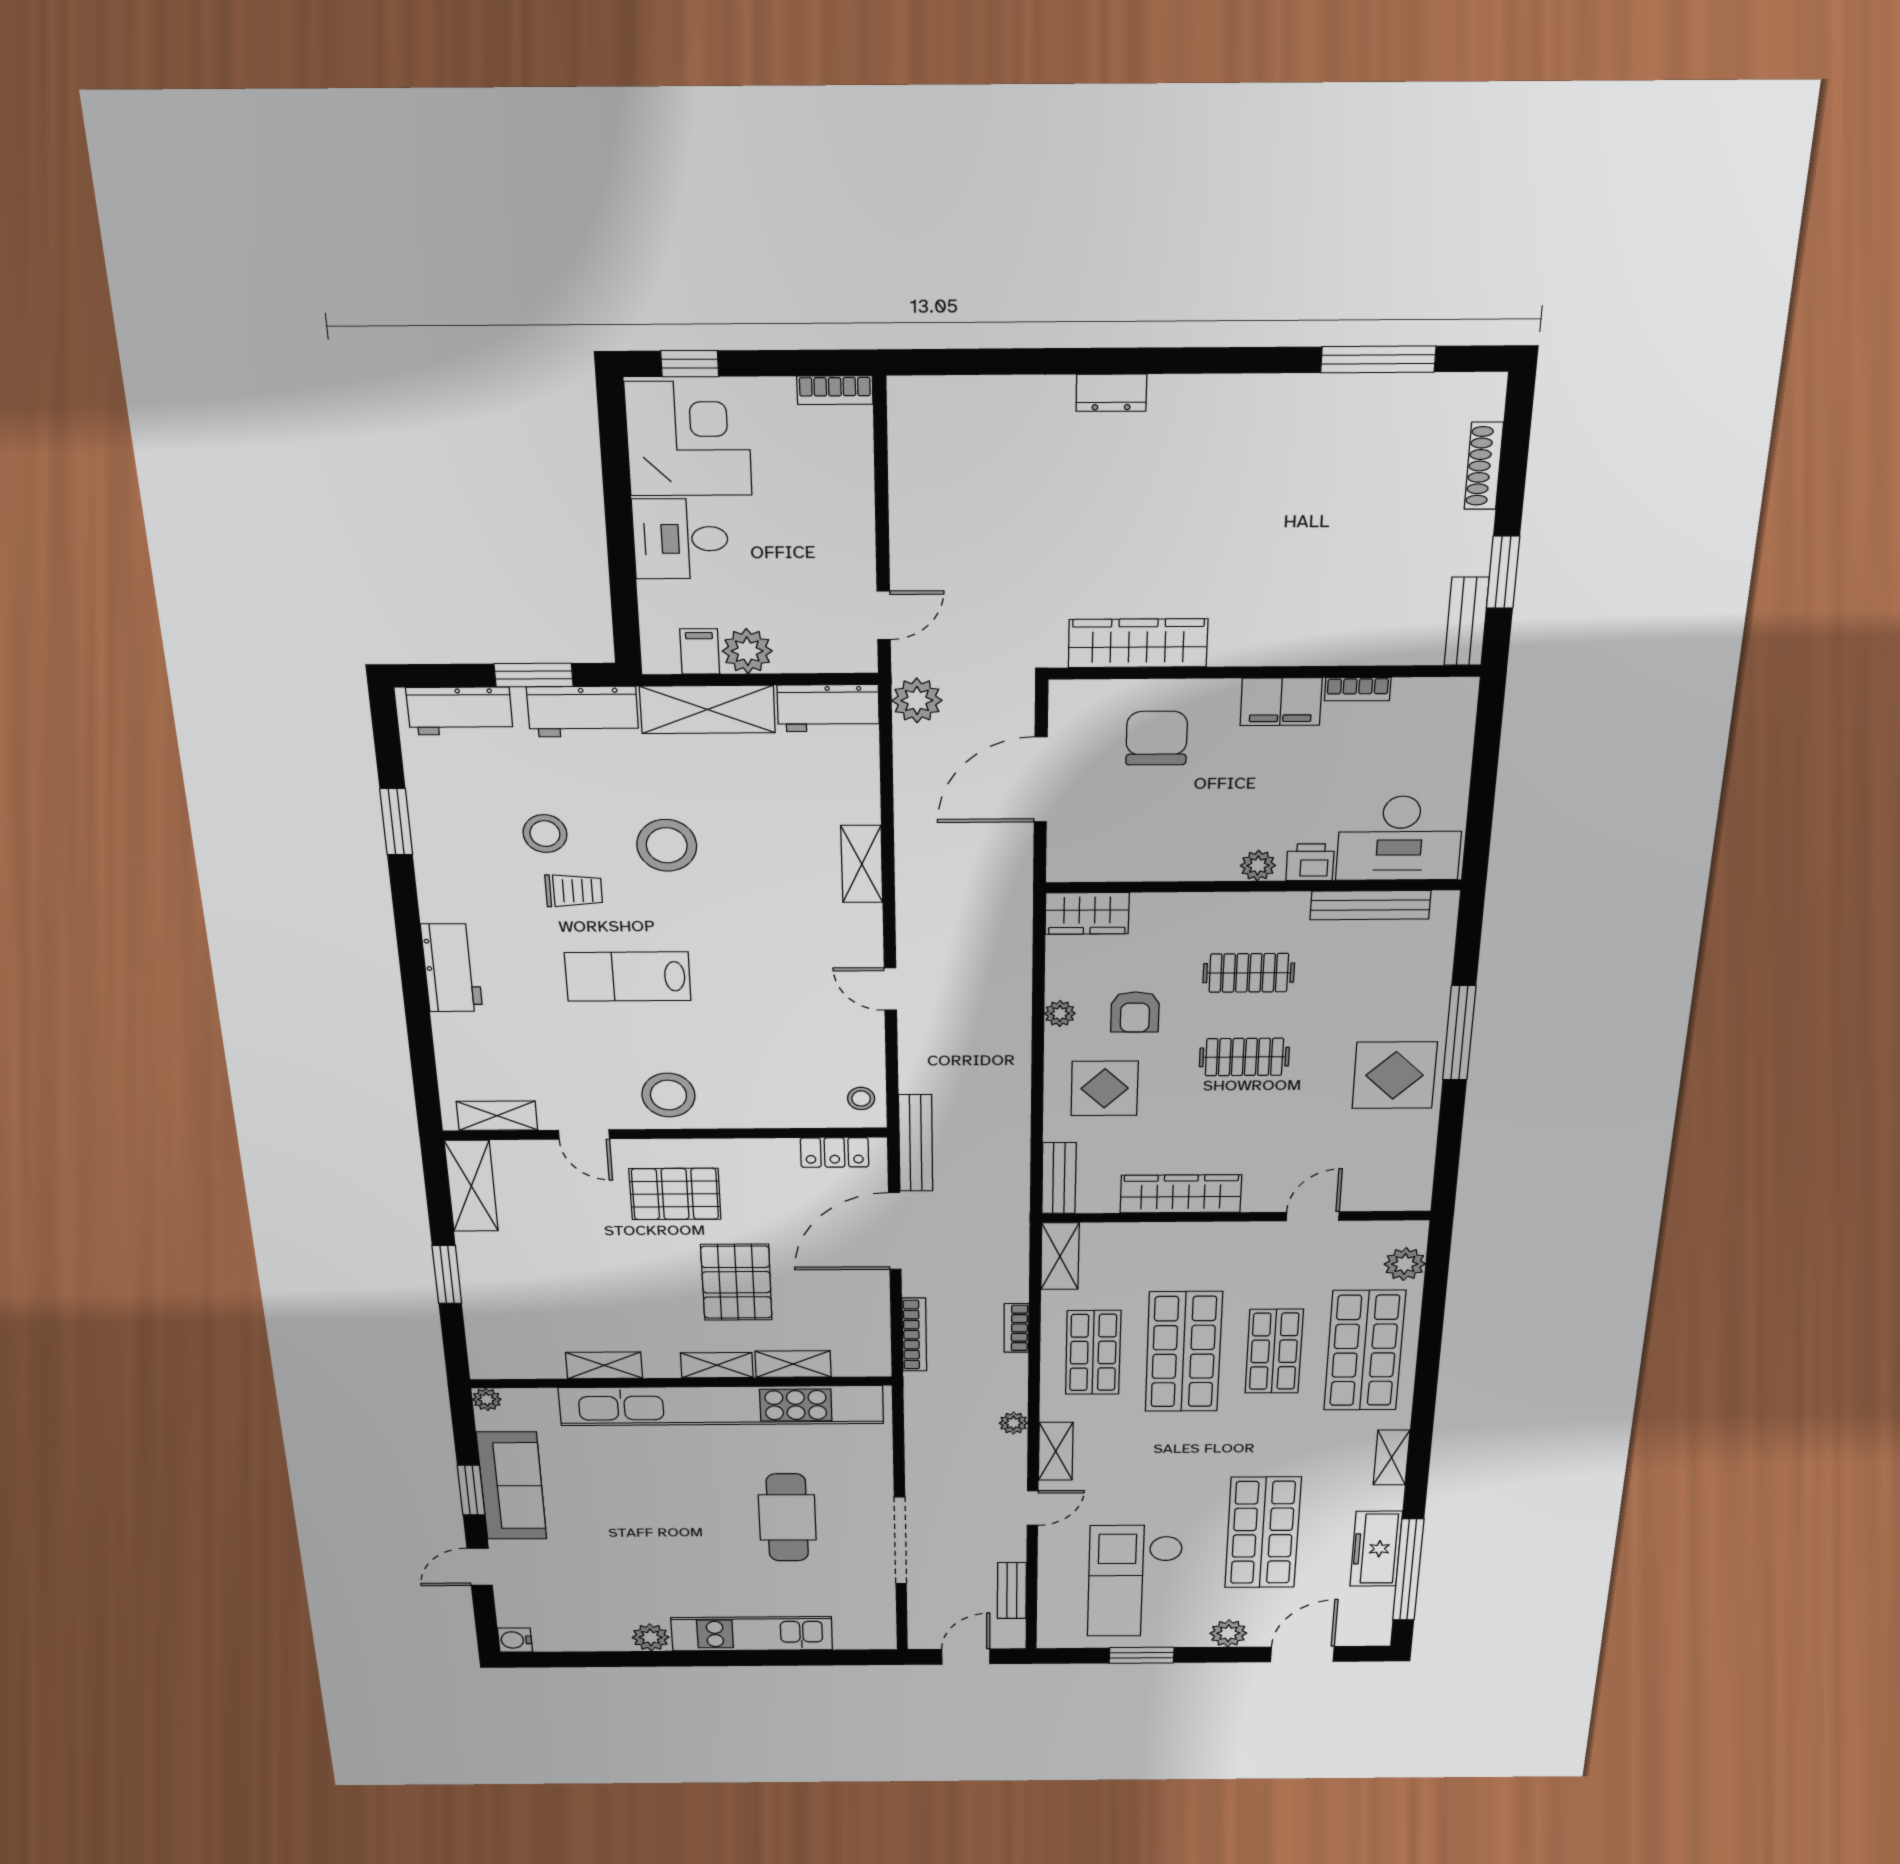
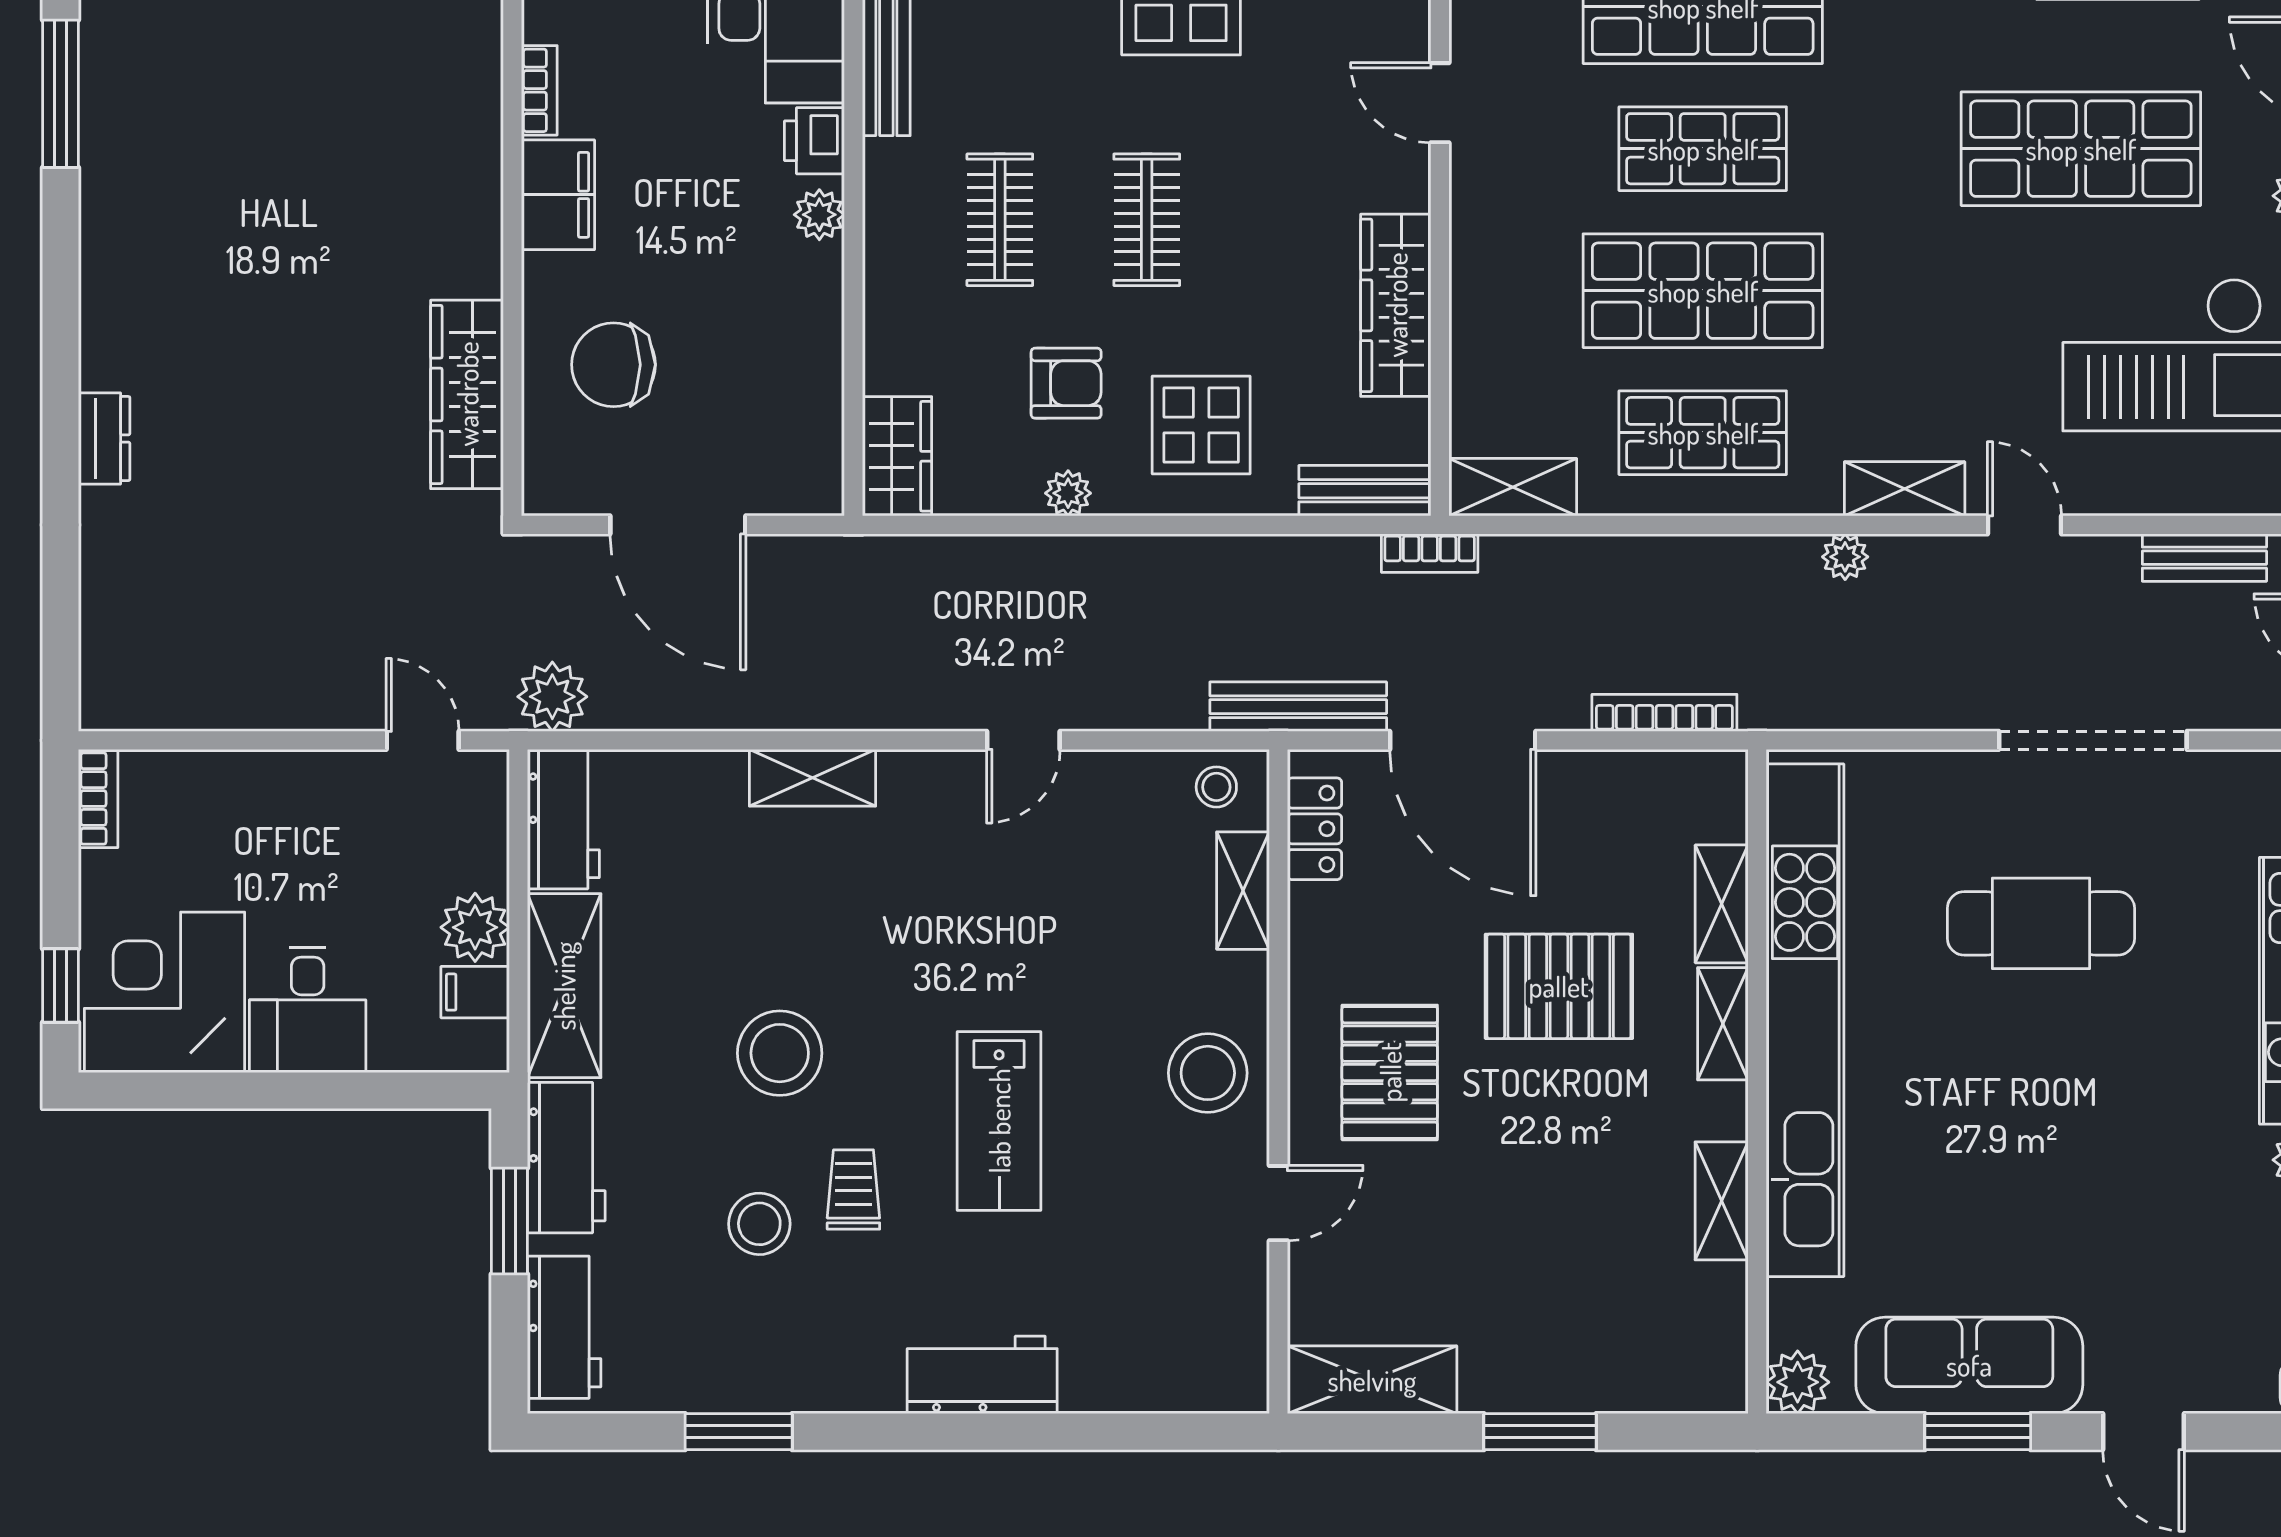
shelving: (497, 1116) -> (1243, 891), moved
bookcase: (1016, 1328) -> (1430, 553), moved
plant: (487, 1399) -> (1798, 1382), width x1.38, depth x1.38

